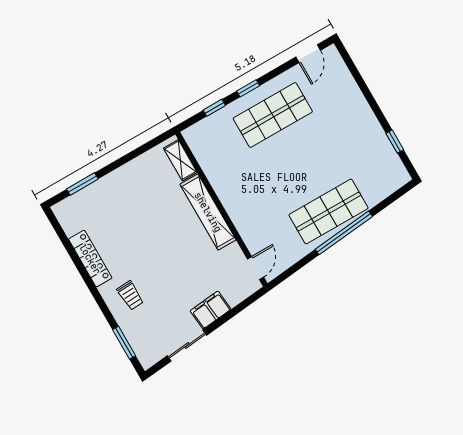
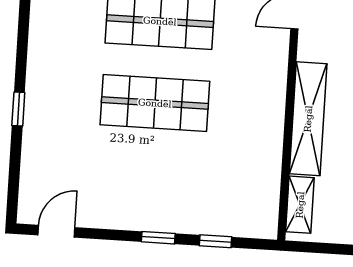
shop shelf: (273, 115) -> (155, 103), moved
window: (395, 141) -> (18, 109), moved

